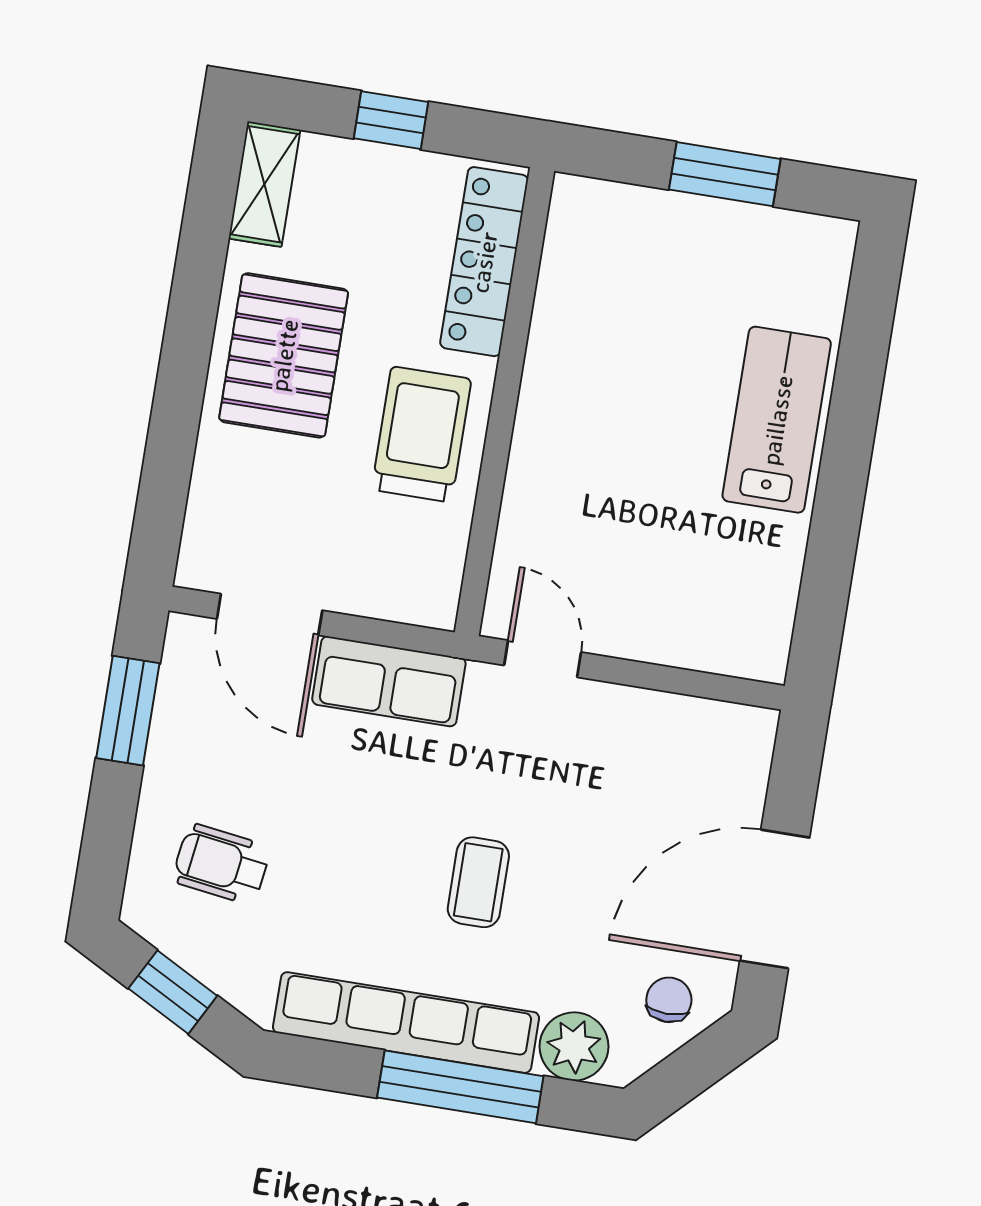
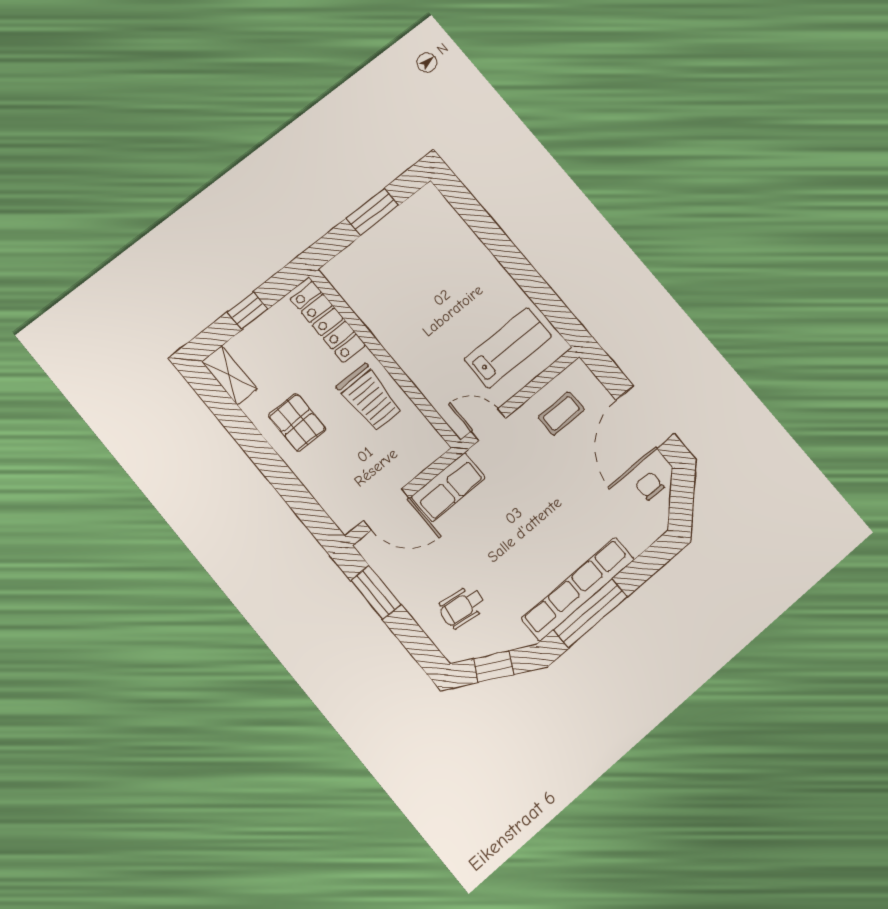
pallet: (284, 355) -> (297, 422), width x0.67, depth x0.71
lab bench: (777, 420) -> (508, 348), moved, turned 90
trolley: (421, 434) -> (370, 398), turned 180
coffee table: (478, 882) -> (561, 413), moved, turned 90
plant: (574, 1046) -> (638, 535), removed
window: (460, 1087) -> (590, 613), moved

